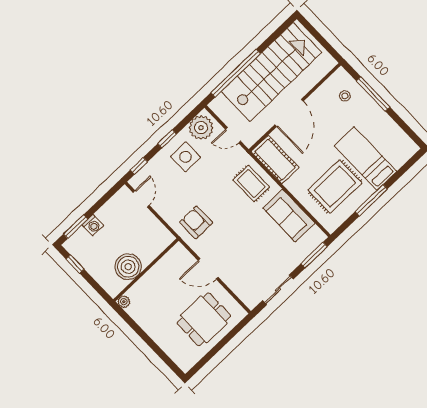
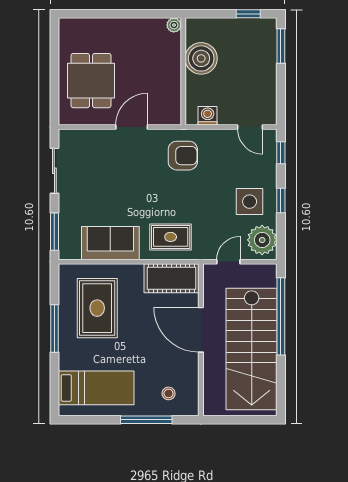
bed: (366, 158) -> (96, 388), moved
washing machine: (93, 225) -> (208, 116), moved, turned 90

